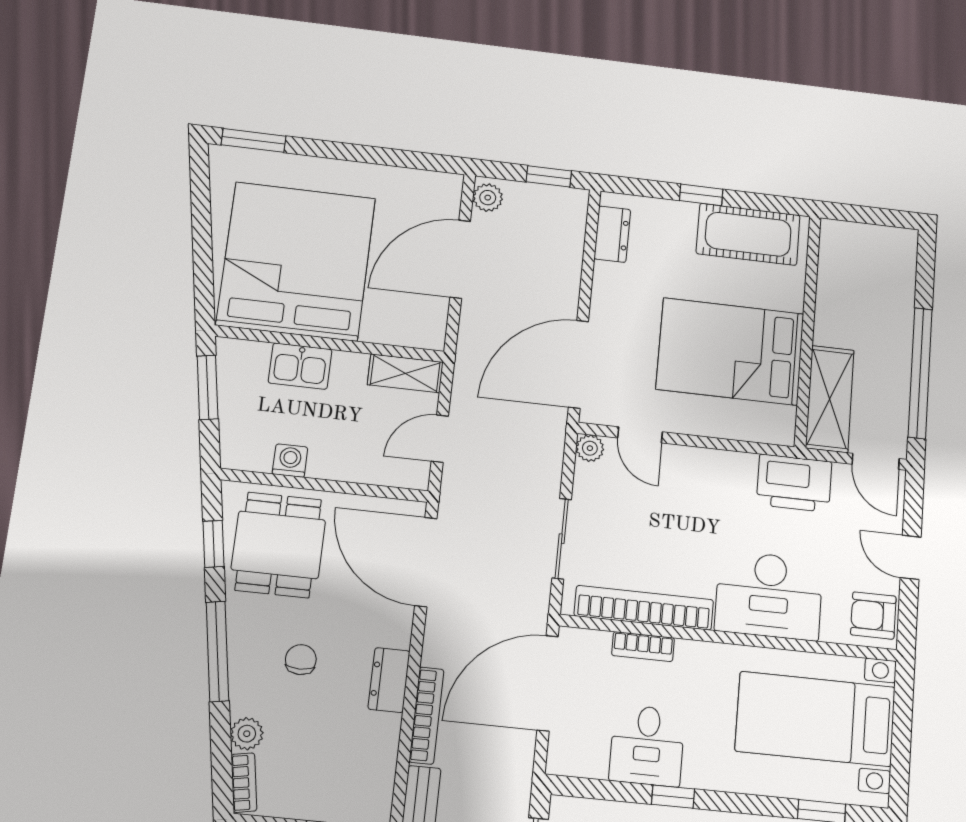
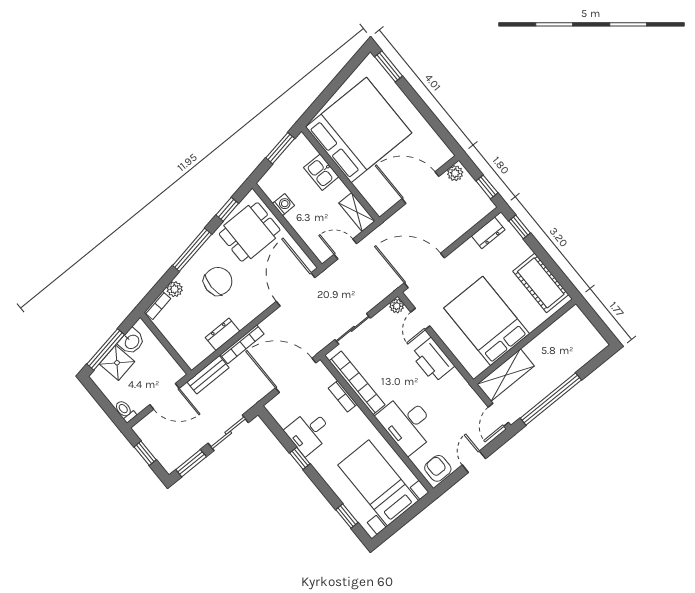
window: (701, 195) -> (520, 227), moved
printer: (794, 483) -> (433, 360), moved
chair: (301, 660) -> (218, 281), width x1.87, depth x1.87
dresser: (389, 680) -> (223, 334), moved

